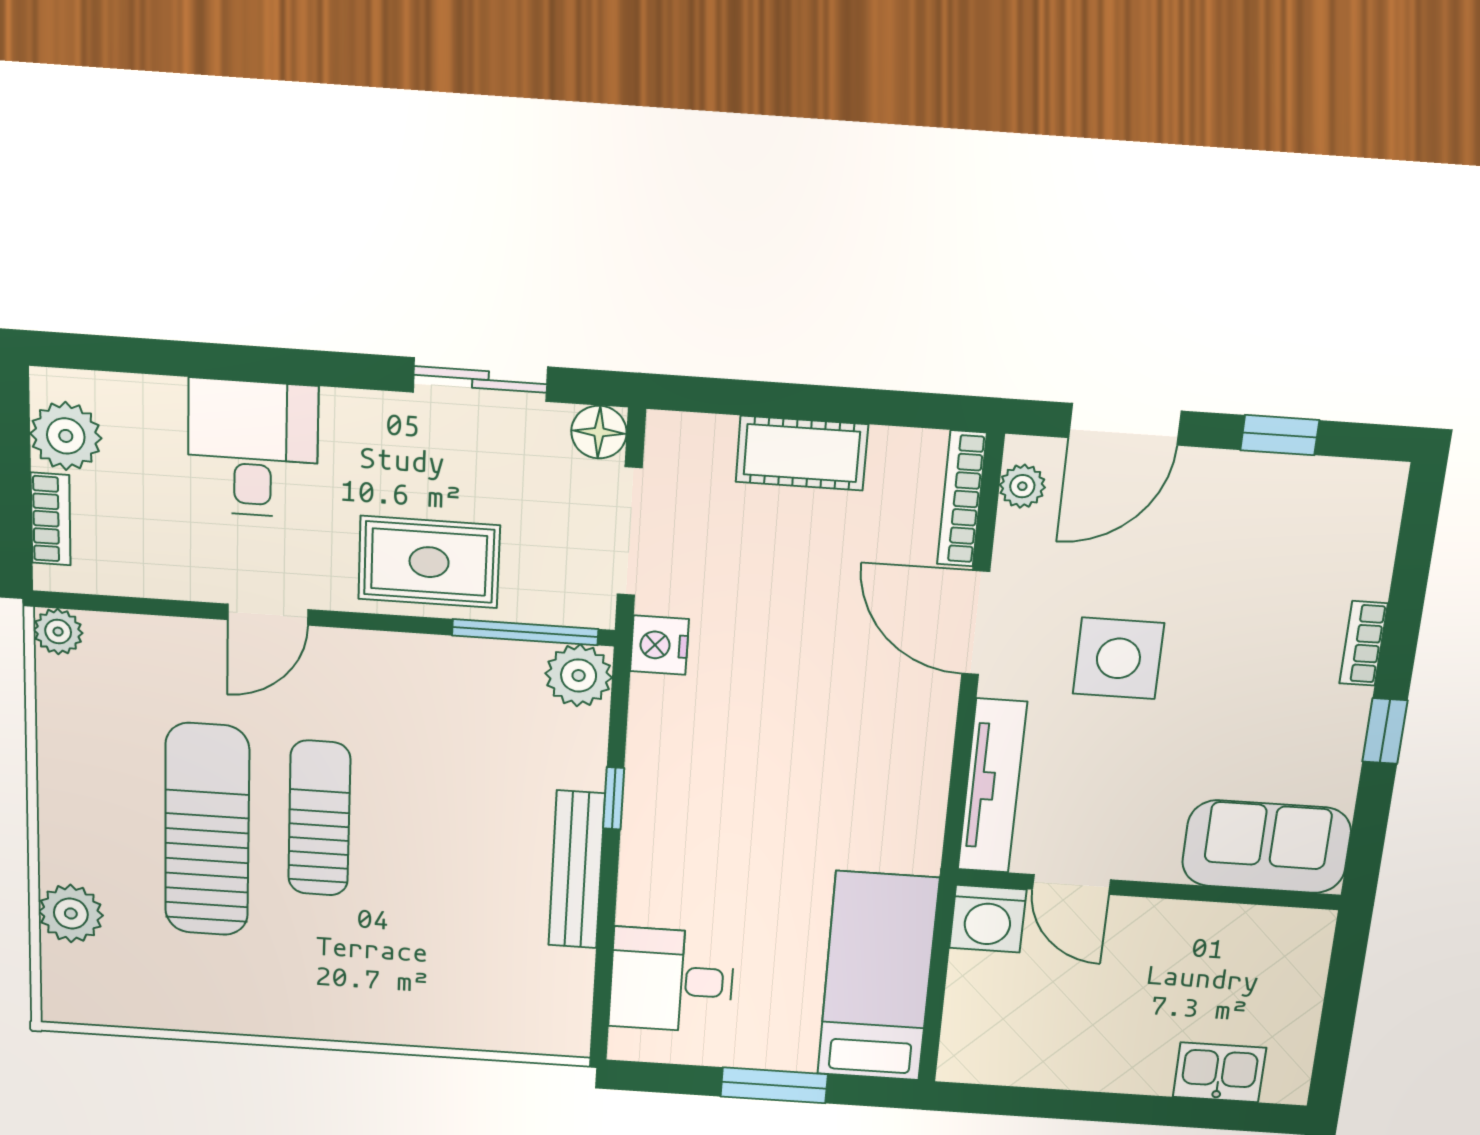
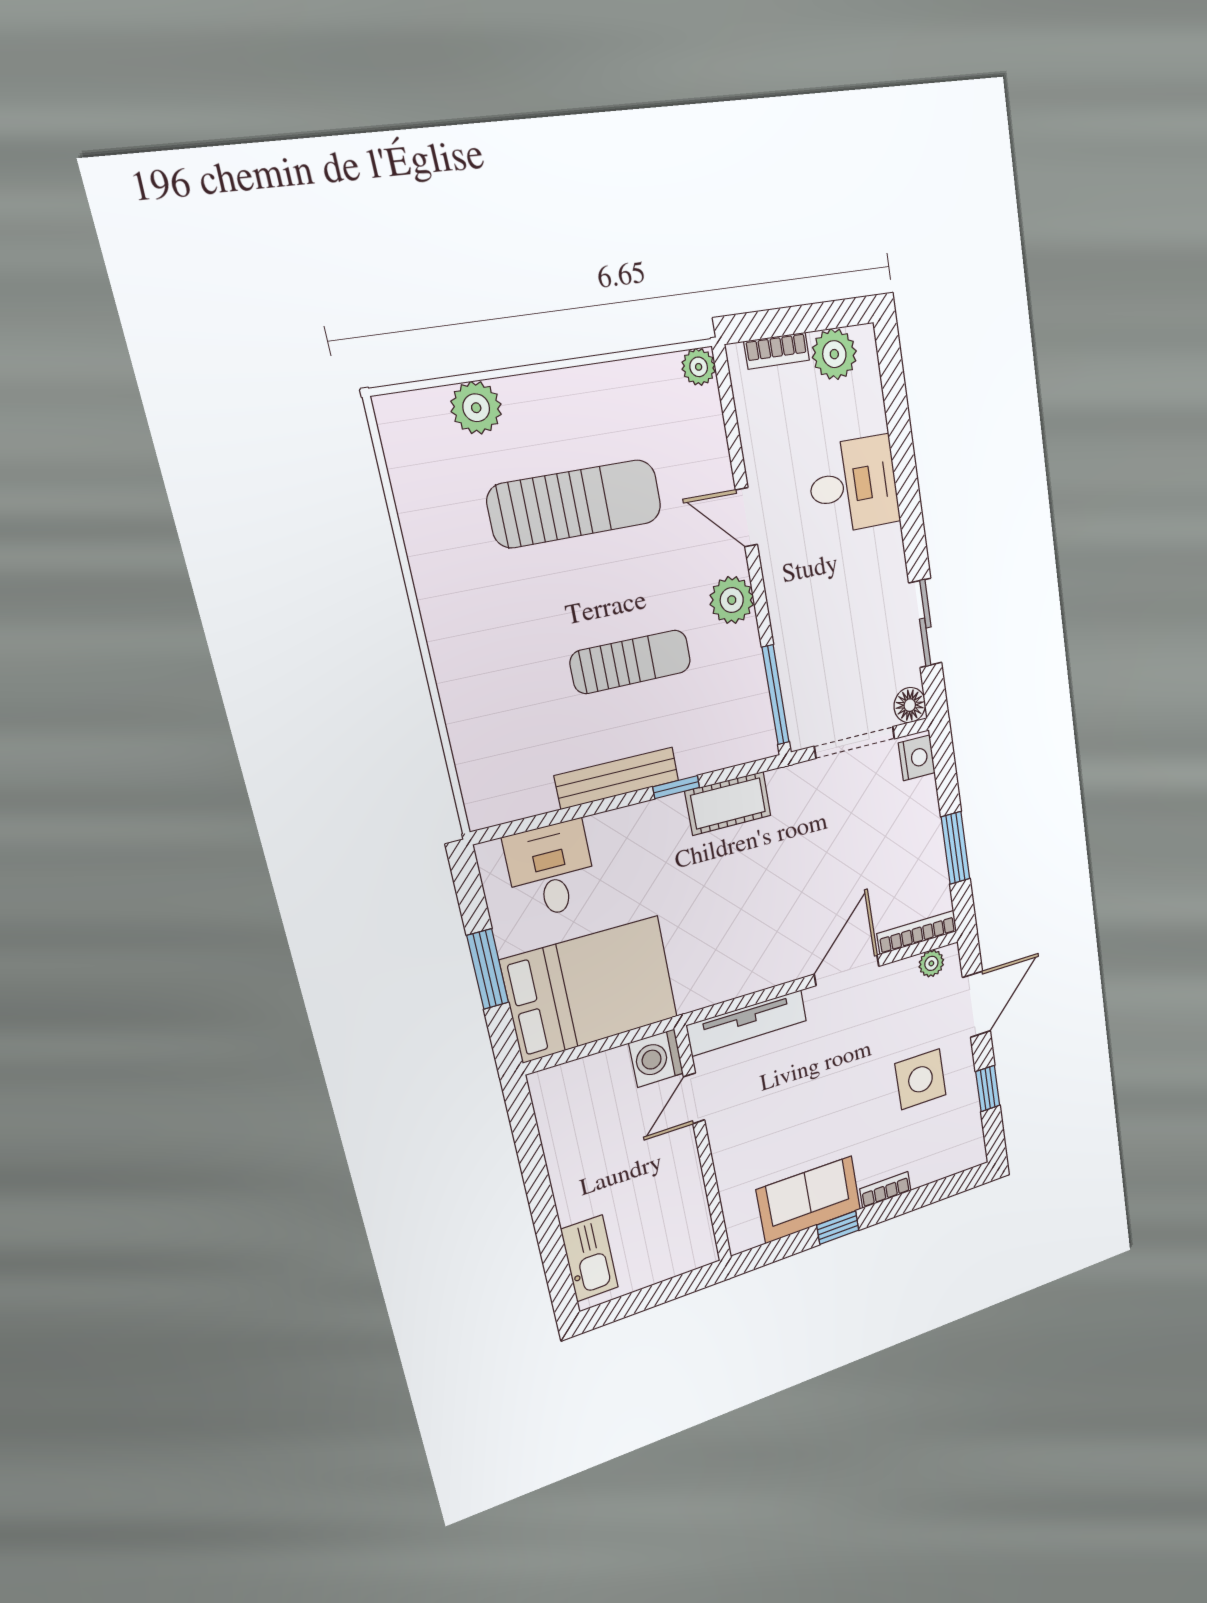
window: (849, 405) -> (955, 848), added
door: (1125, 424) -> (976, 1004), swing flipped
cot: (802, 453) -> (728, 803), moved, turned 90
rug: (429, 562) -> (807, 619), removed
nightstand: (659, 645) -> (917, 758), moved, turned 90
side table: (1118, 658) -> (921, 1079), moved
plant: (579, 675) -> (732, 600), moved
sun lounger: (319, 818) -> (631, 662), moved
sofa: (1267, 847) -> (809, 1200), moved, turned -90
bed: (878, 977) -> (590, 989), width x1.50
kitchen sink: (1219, 1072) -> (590, 1258), width x1.38

